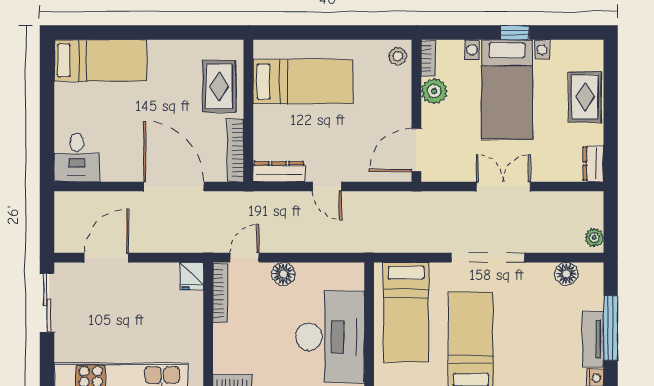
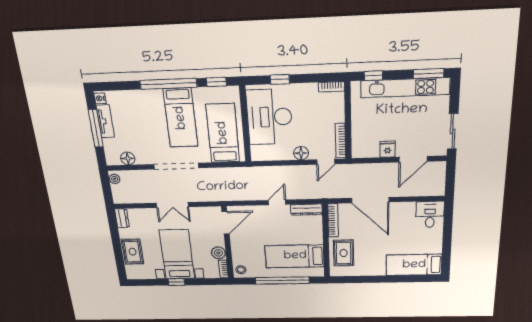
window: (327, 33) -> (282, 281), added
door: (327, 187) -> (277, 202), hinge flipped
fridge: (192, 276) -> (388, 149), moved

